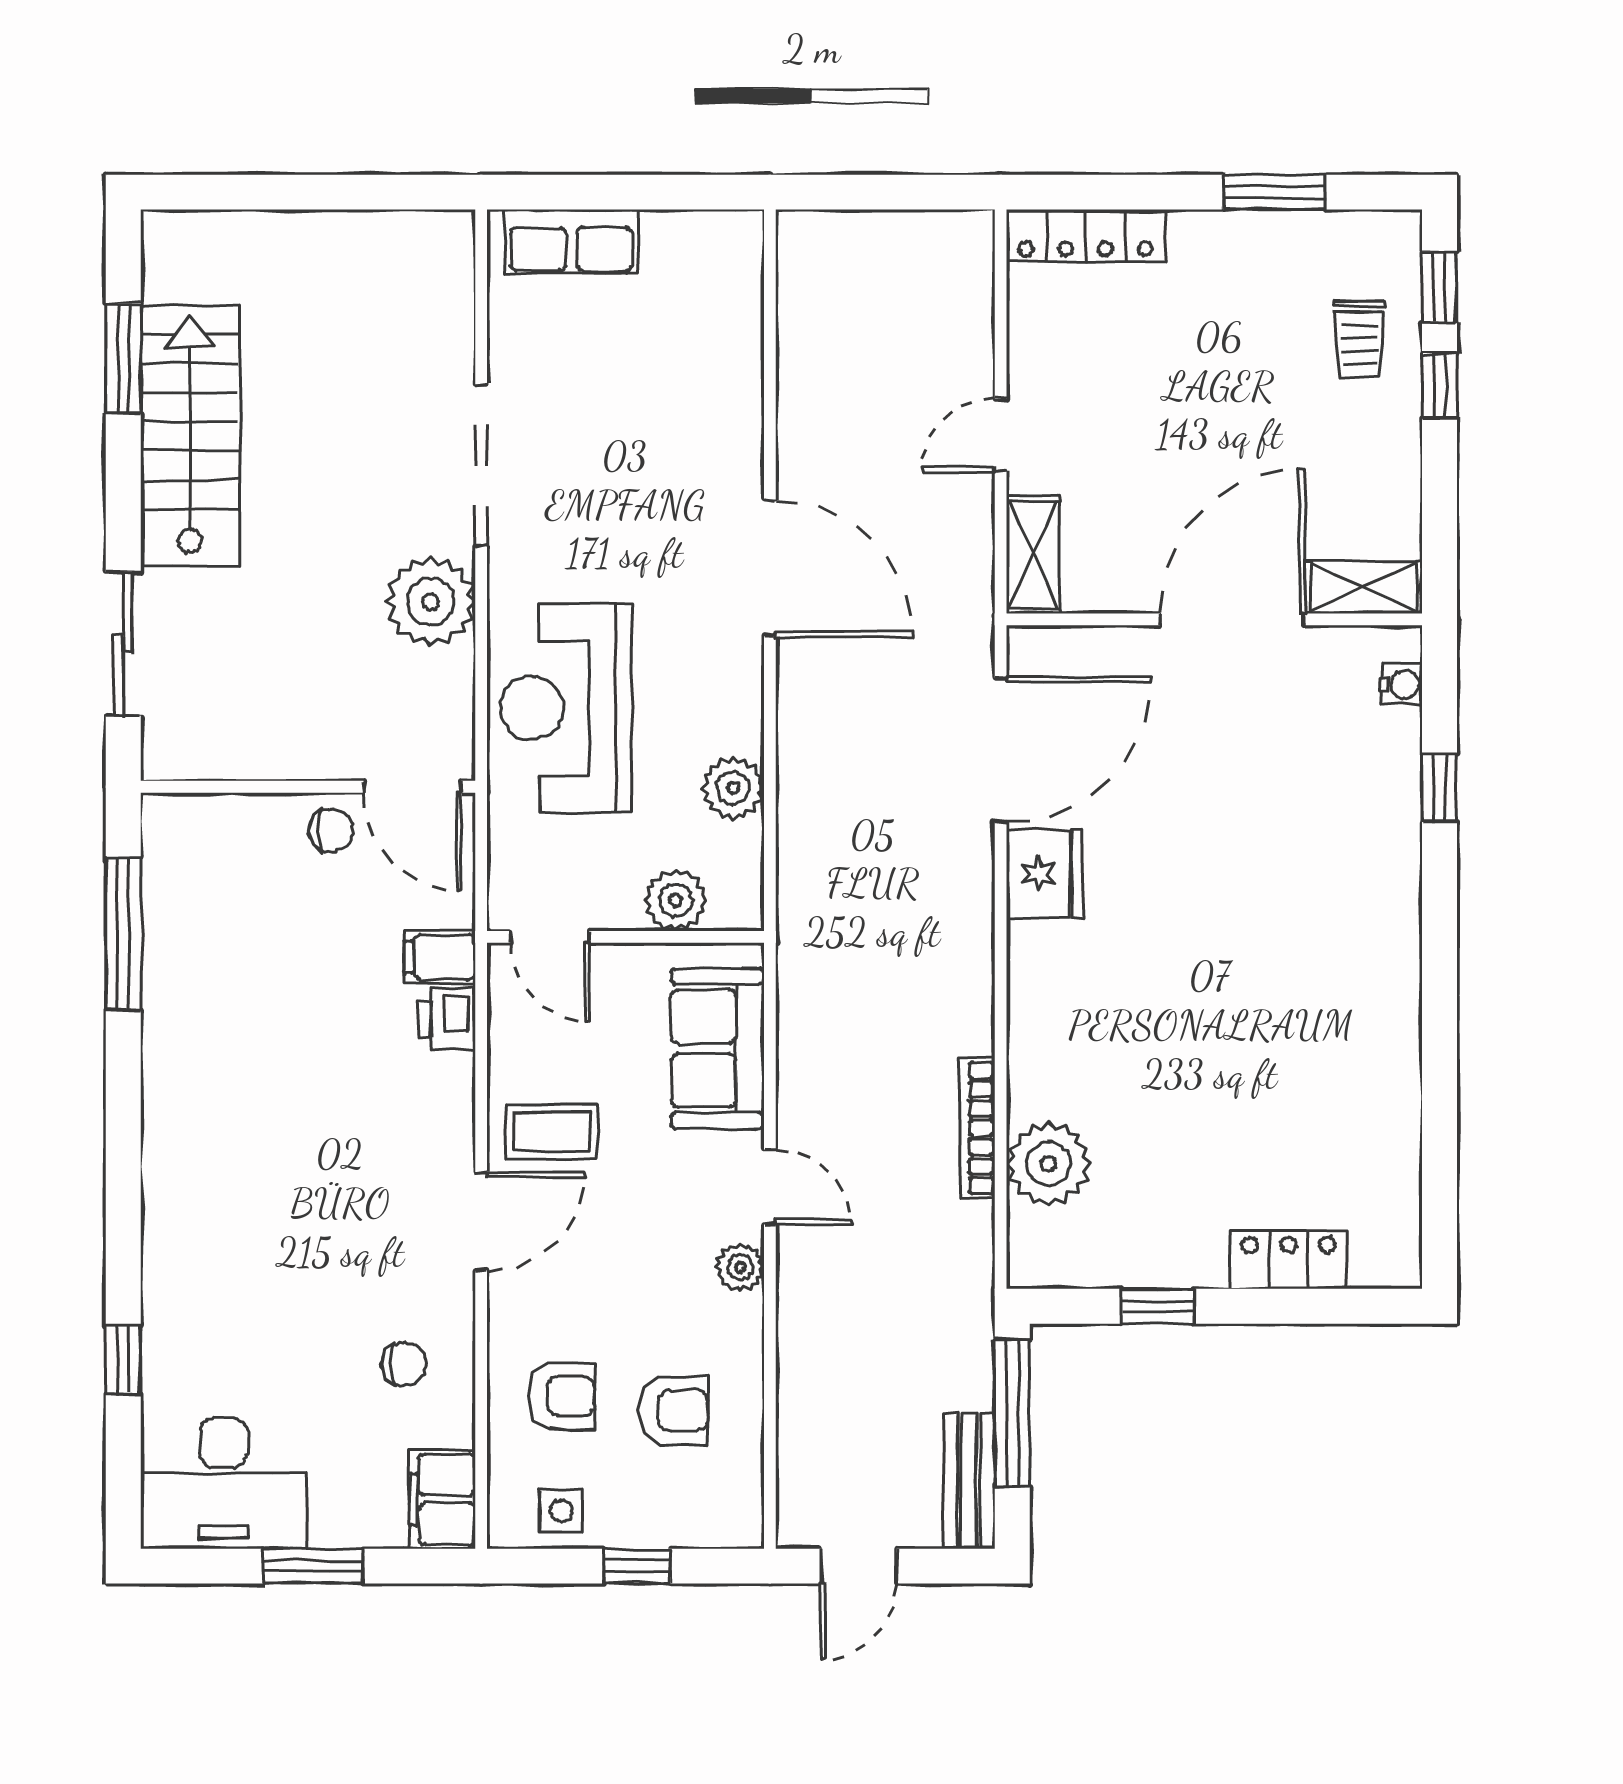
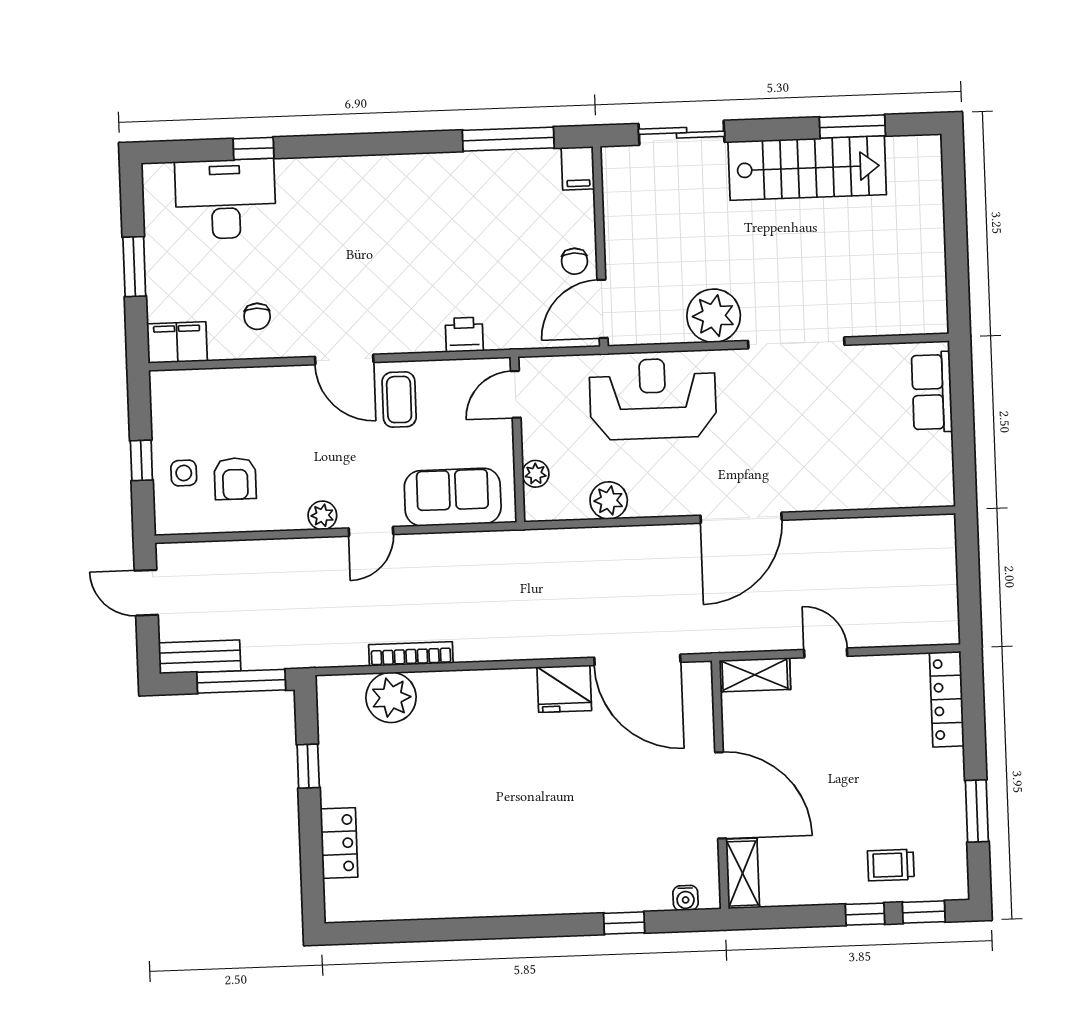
plant: (675, 900) -> (536, 474), width x0.73, depth x0.73
filing cabinet: (440, 957) -> (578, 168), moved, turned 180
armchair: (562, 1396) -> (241, 411), removed
desk: (224, 1483) -> (225, 199), moved, turned 90
side table: (561, 1511) -> (184, 473), moved

